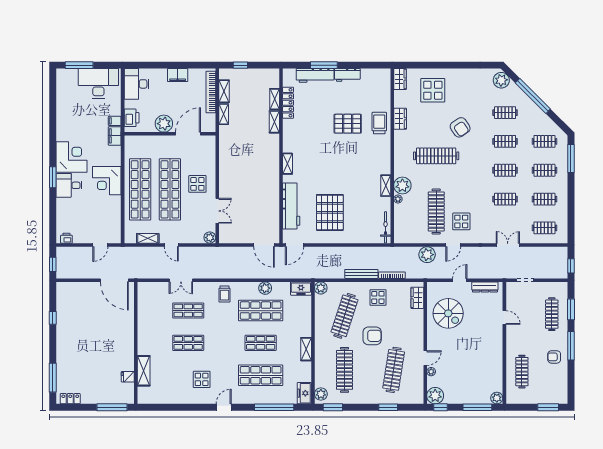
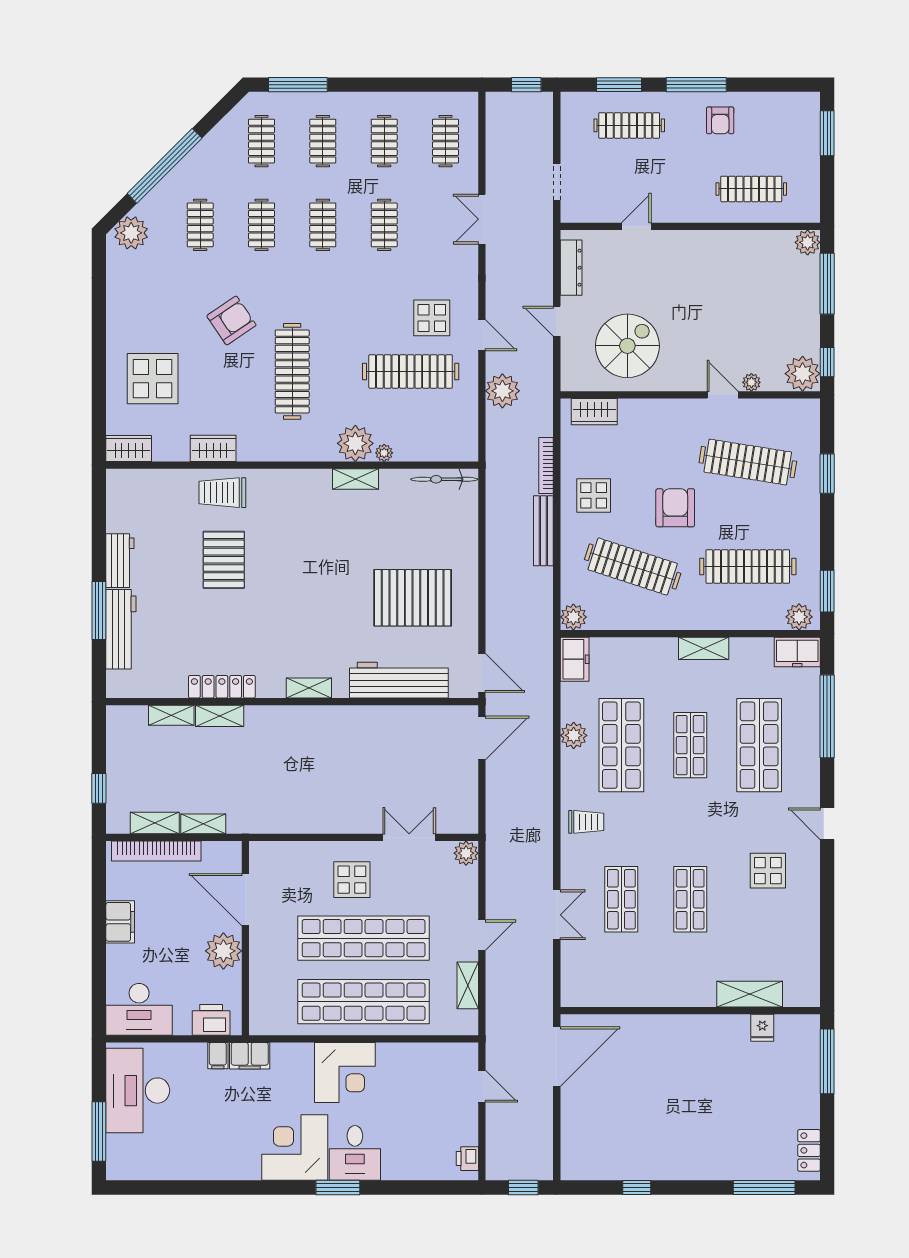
locker: (288, 103) -> (222, 687), moved

